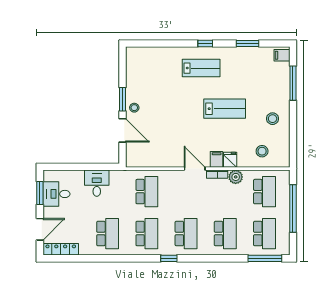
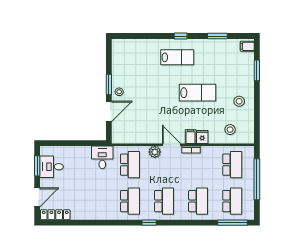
window: (293, 83) -> (257, 70), width x0.69
door: (123, 130) -> (109, 111), hinge flipped
plant: (236, 177) -> (155, 152), moved
desk: (97, 183) -> (102, 157), moved
school desk: (108, 234) -> (96, 201), removed

